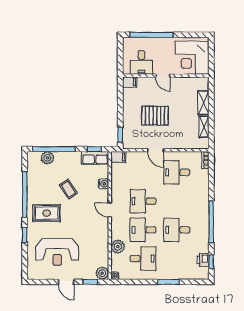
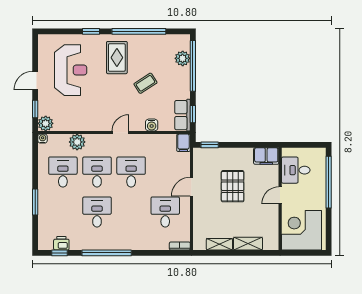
filing cabinet: (130, 82) -> (266, 156), width x2.00
reception desk: (57, 252) -> (71, 70), turned 180
desk: (143, 259) -> (63, 172), turned 180

